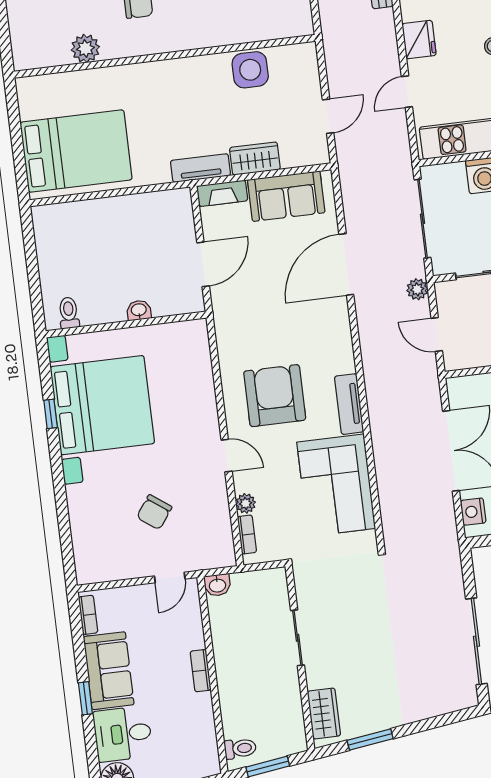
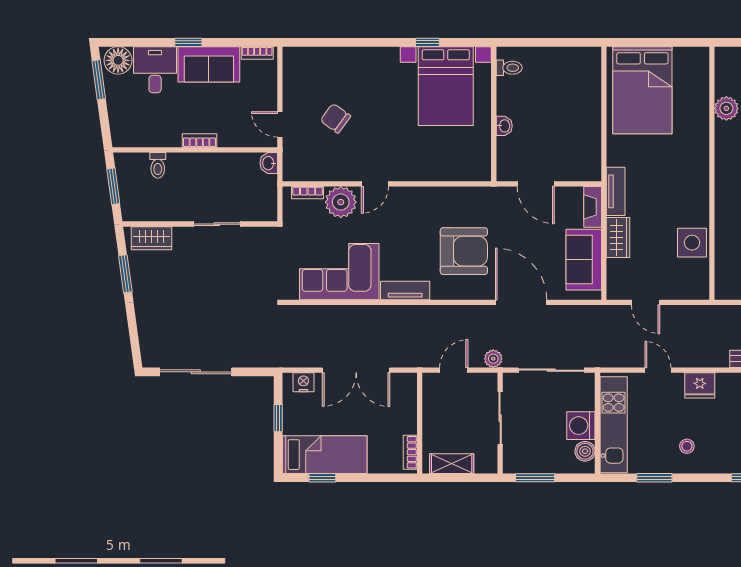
armchair: (275, 396) -> (464, 251), moved
bed with nightstands: (102, 405) -> (446, 86), width x0.73
plant: (246, 503) -> (341, 202), width x1.88, depth x1.88
toilet: (240, 748) -> (158, 165), moved

